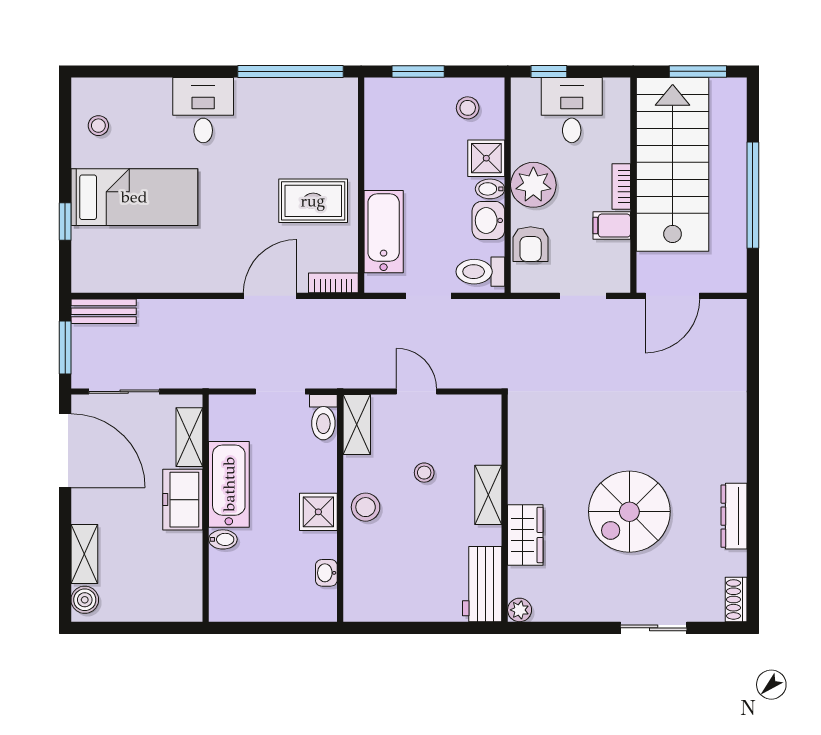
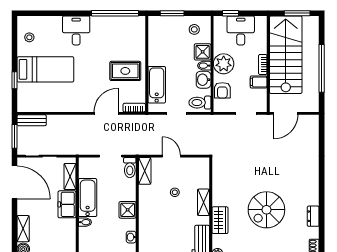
stool: (366, 507) -> (149, 208), removed
dresser: (734, 516) -> (313, 216), width x0.70

